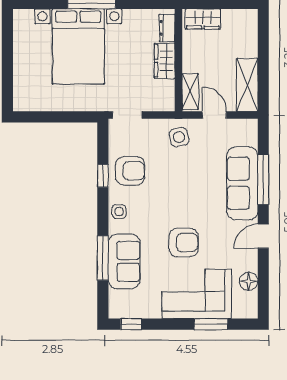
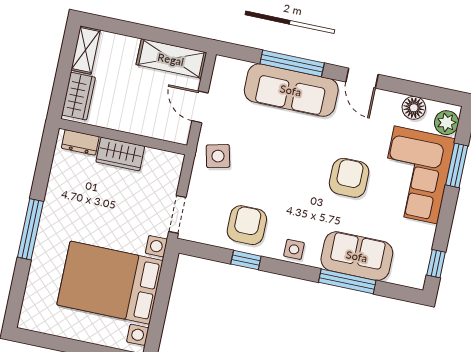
bed with nightstands: (78, 46) -> (110, 283), moved, turned 180
shelving: (190, 92) -> (86, 50), moved, turned 90
door: (214, 115) -> (200, 107), hinge flipped
plant: (243, 309) -> (447, 123), added

